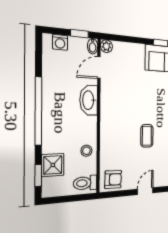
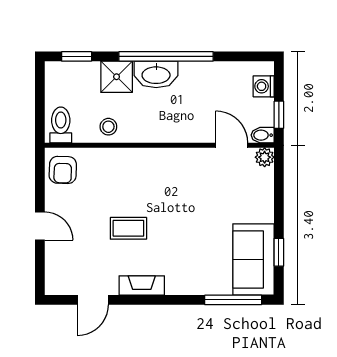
washbasin: (89, 100) -> (156, 74), moved, turned 180
shower: (53, 165) -> (117, 77), moved

